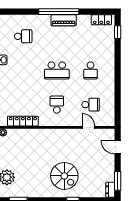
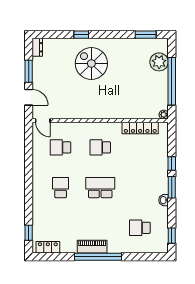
school desk: (57, 105) -> (100, 147), turned 90
door: (88, 127) -> (43, 121), moved
window: (118, 181) -> (29, 71), moved

